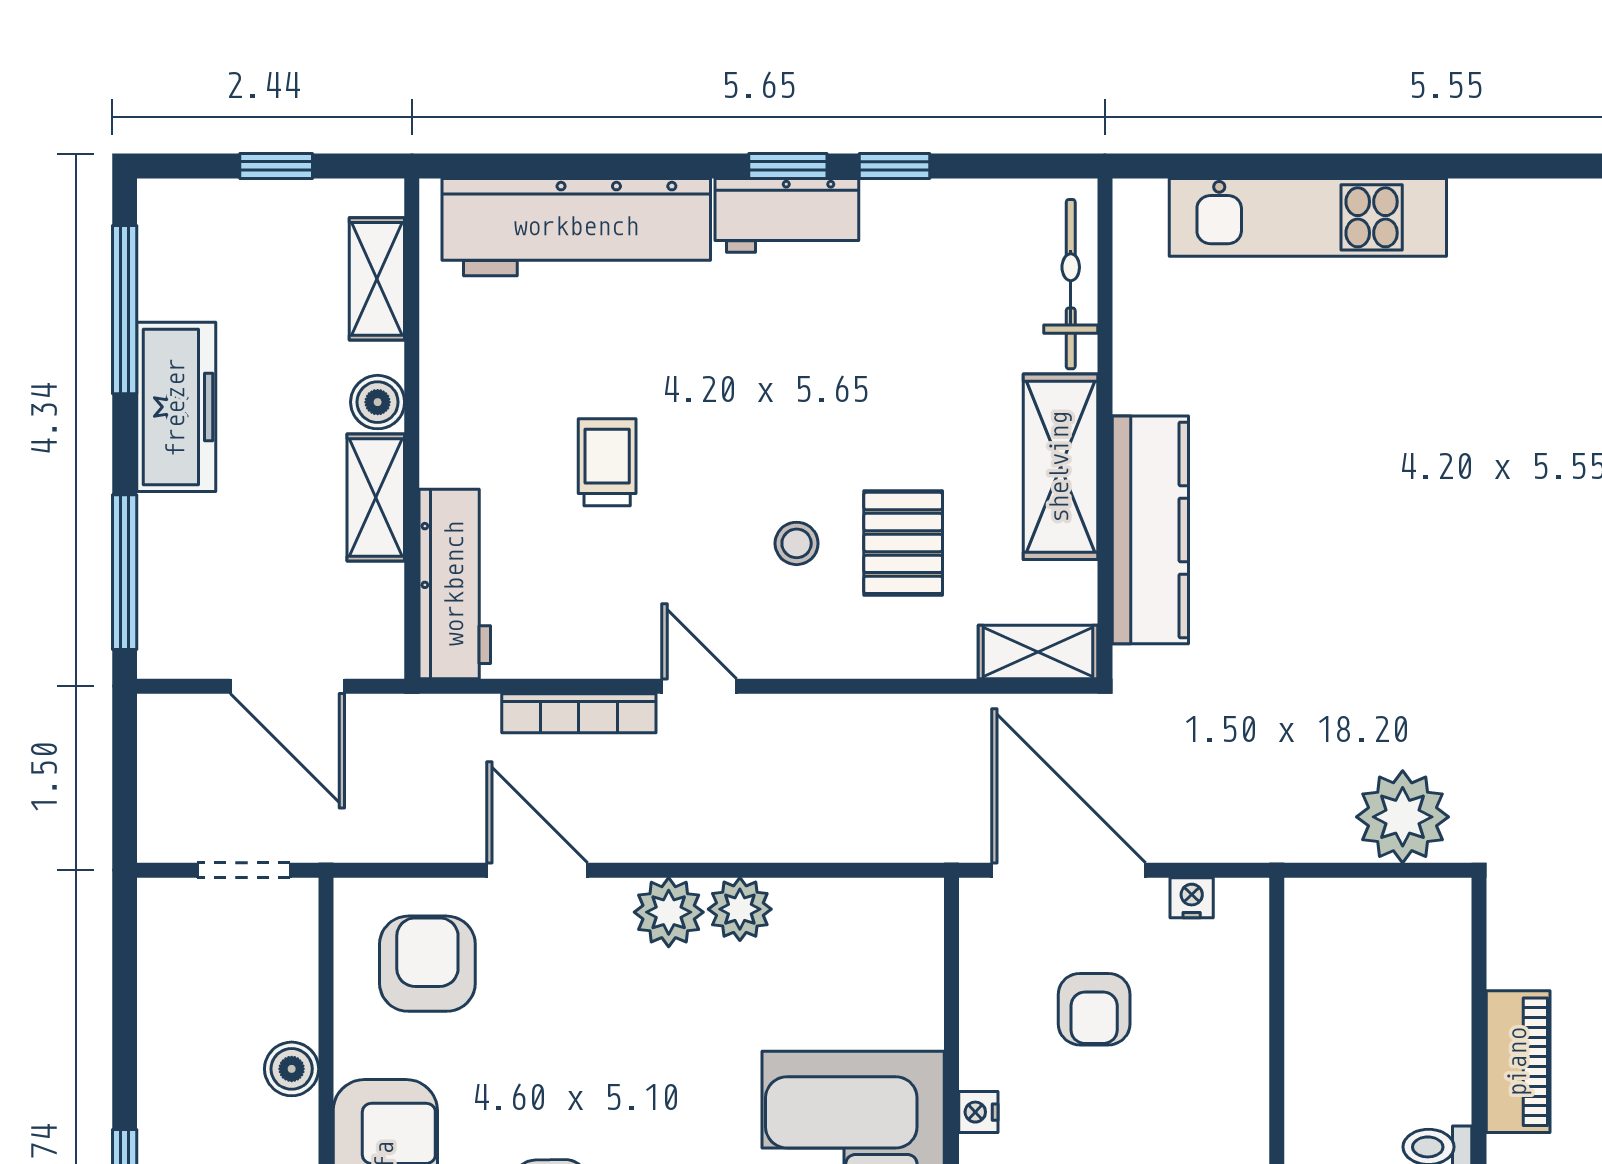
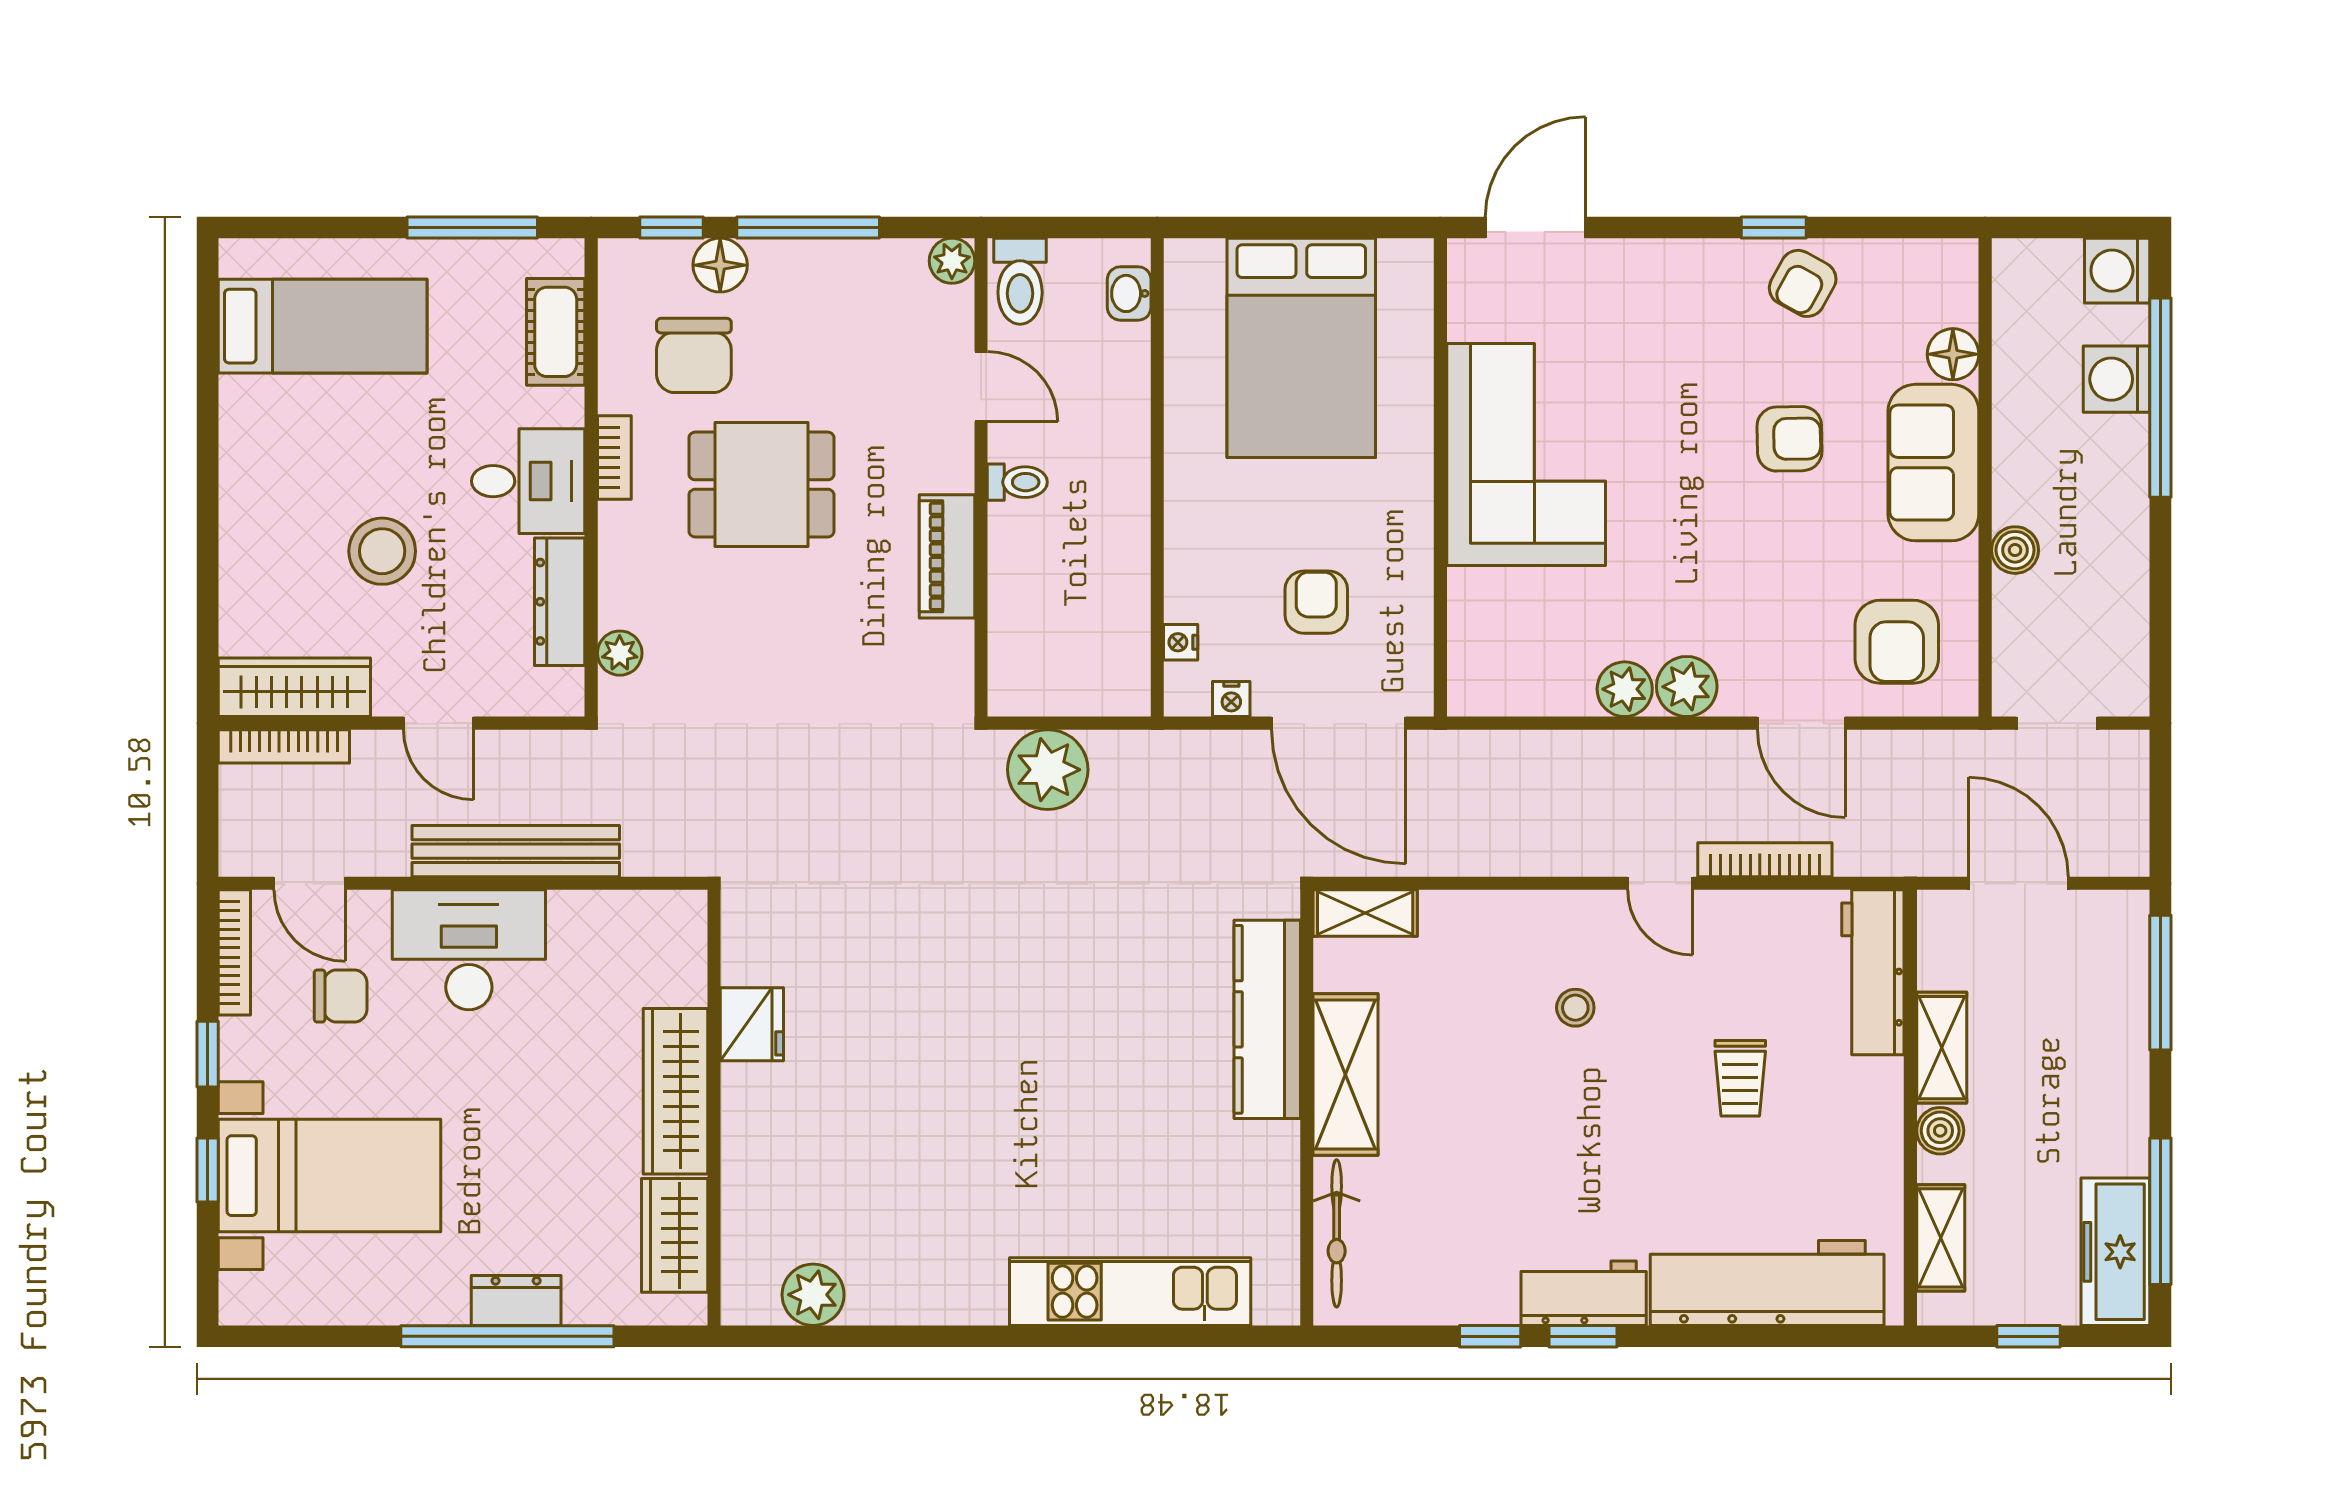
freezer: (176, 407) -> (2115, 1252), moved
pallet: (903, 543) -> (1483, 1008), removed
nightstand: (978, 1112) -> (1181, 642), moved, turned 180

